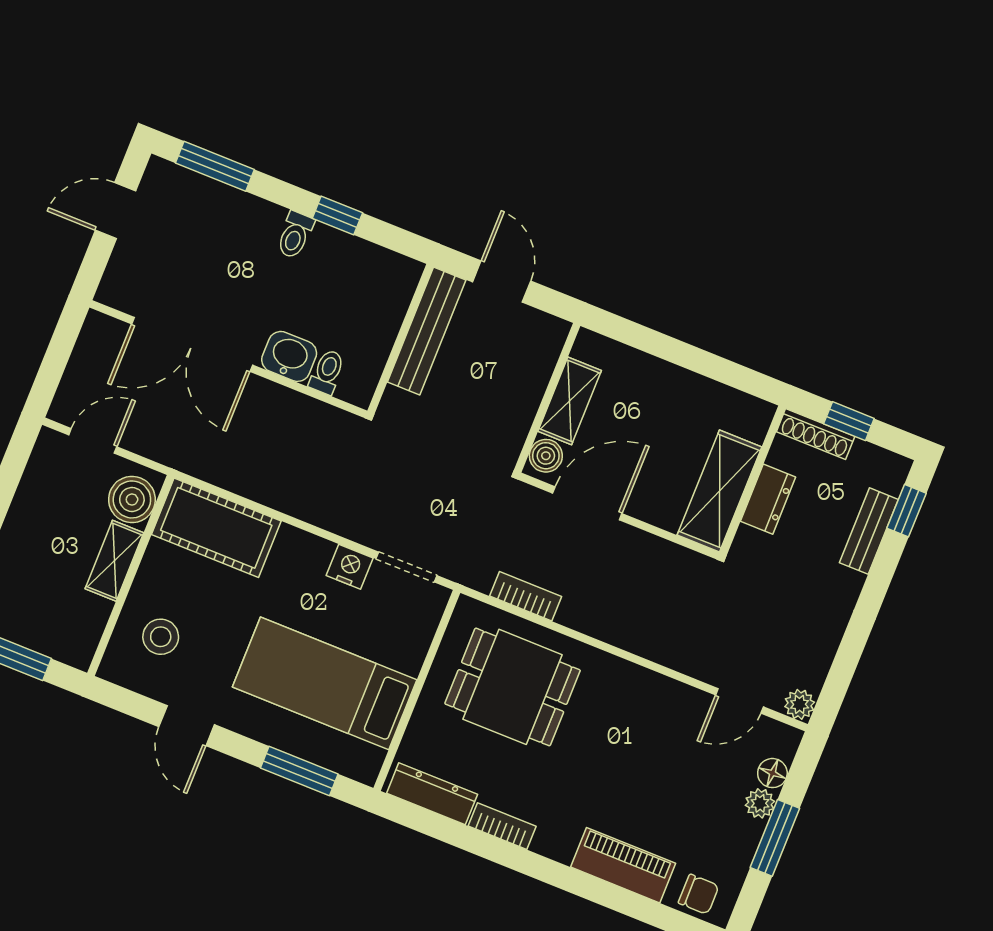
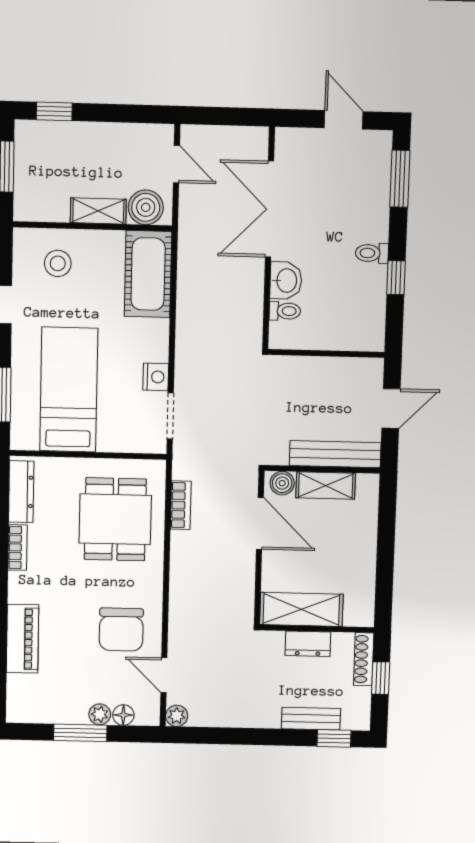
bench: (427, 331) -> (335, 454), moved
chair: (699, 894) -> (121, 630), moved, width x1.87, depth x1.87

